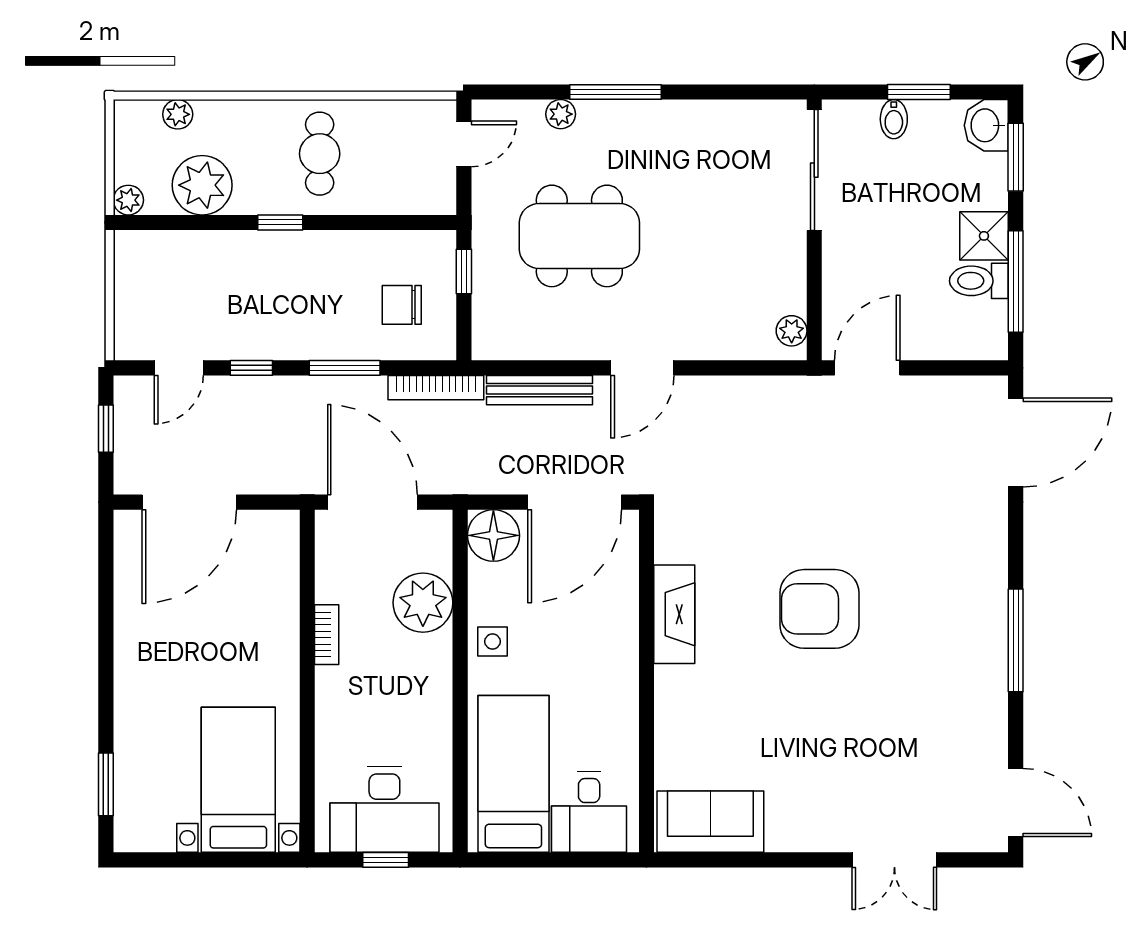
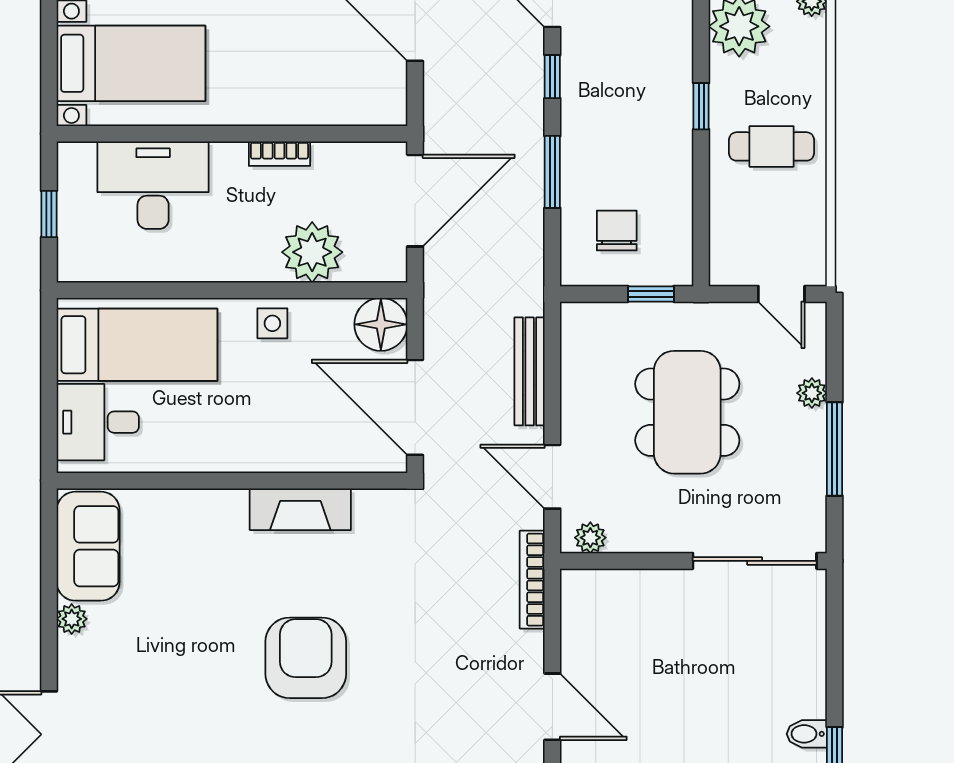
sliding door: (814, 170) -> (755, 561), moved
wall: (814, 230) -> (693, 561), moved
plant: (792, 331) -> (590, 538), moved
bookcase: (436, 388) -> (532, 580), moved
desk: (384, 810) -> (153, 185), moved, turned 90
plant: (782, 838) -> (72, 619), added

